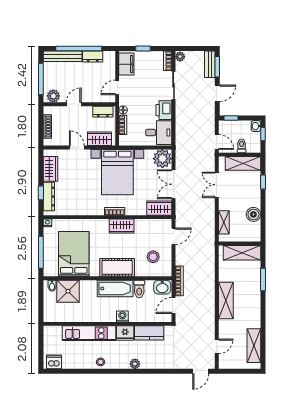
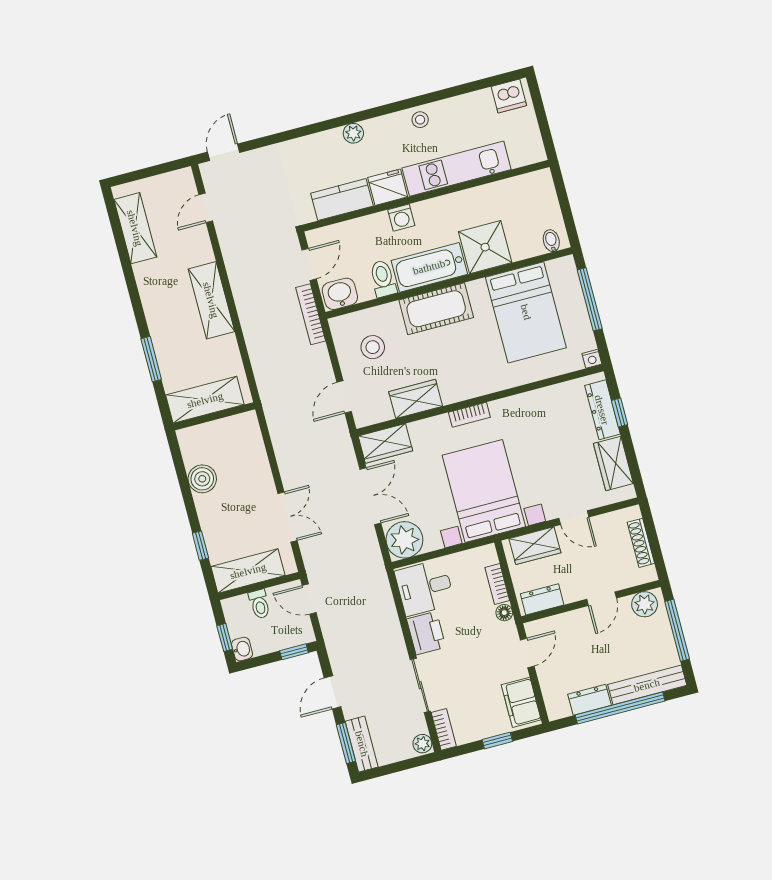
shelving: (224, 222) -> (255, 449), removed
wardrobe: (122, 226) -> (416, 399), moved
shower: (68, 291) -> (485, 247), moved

